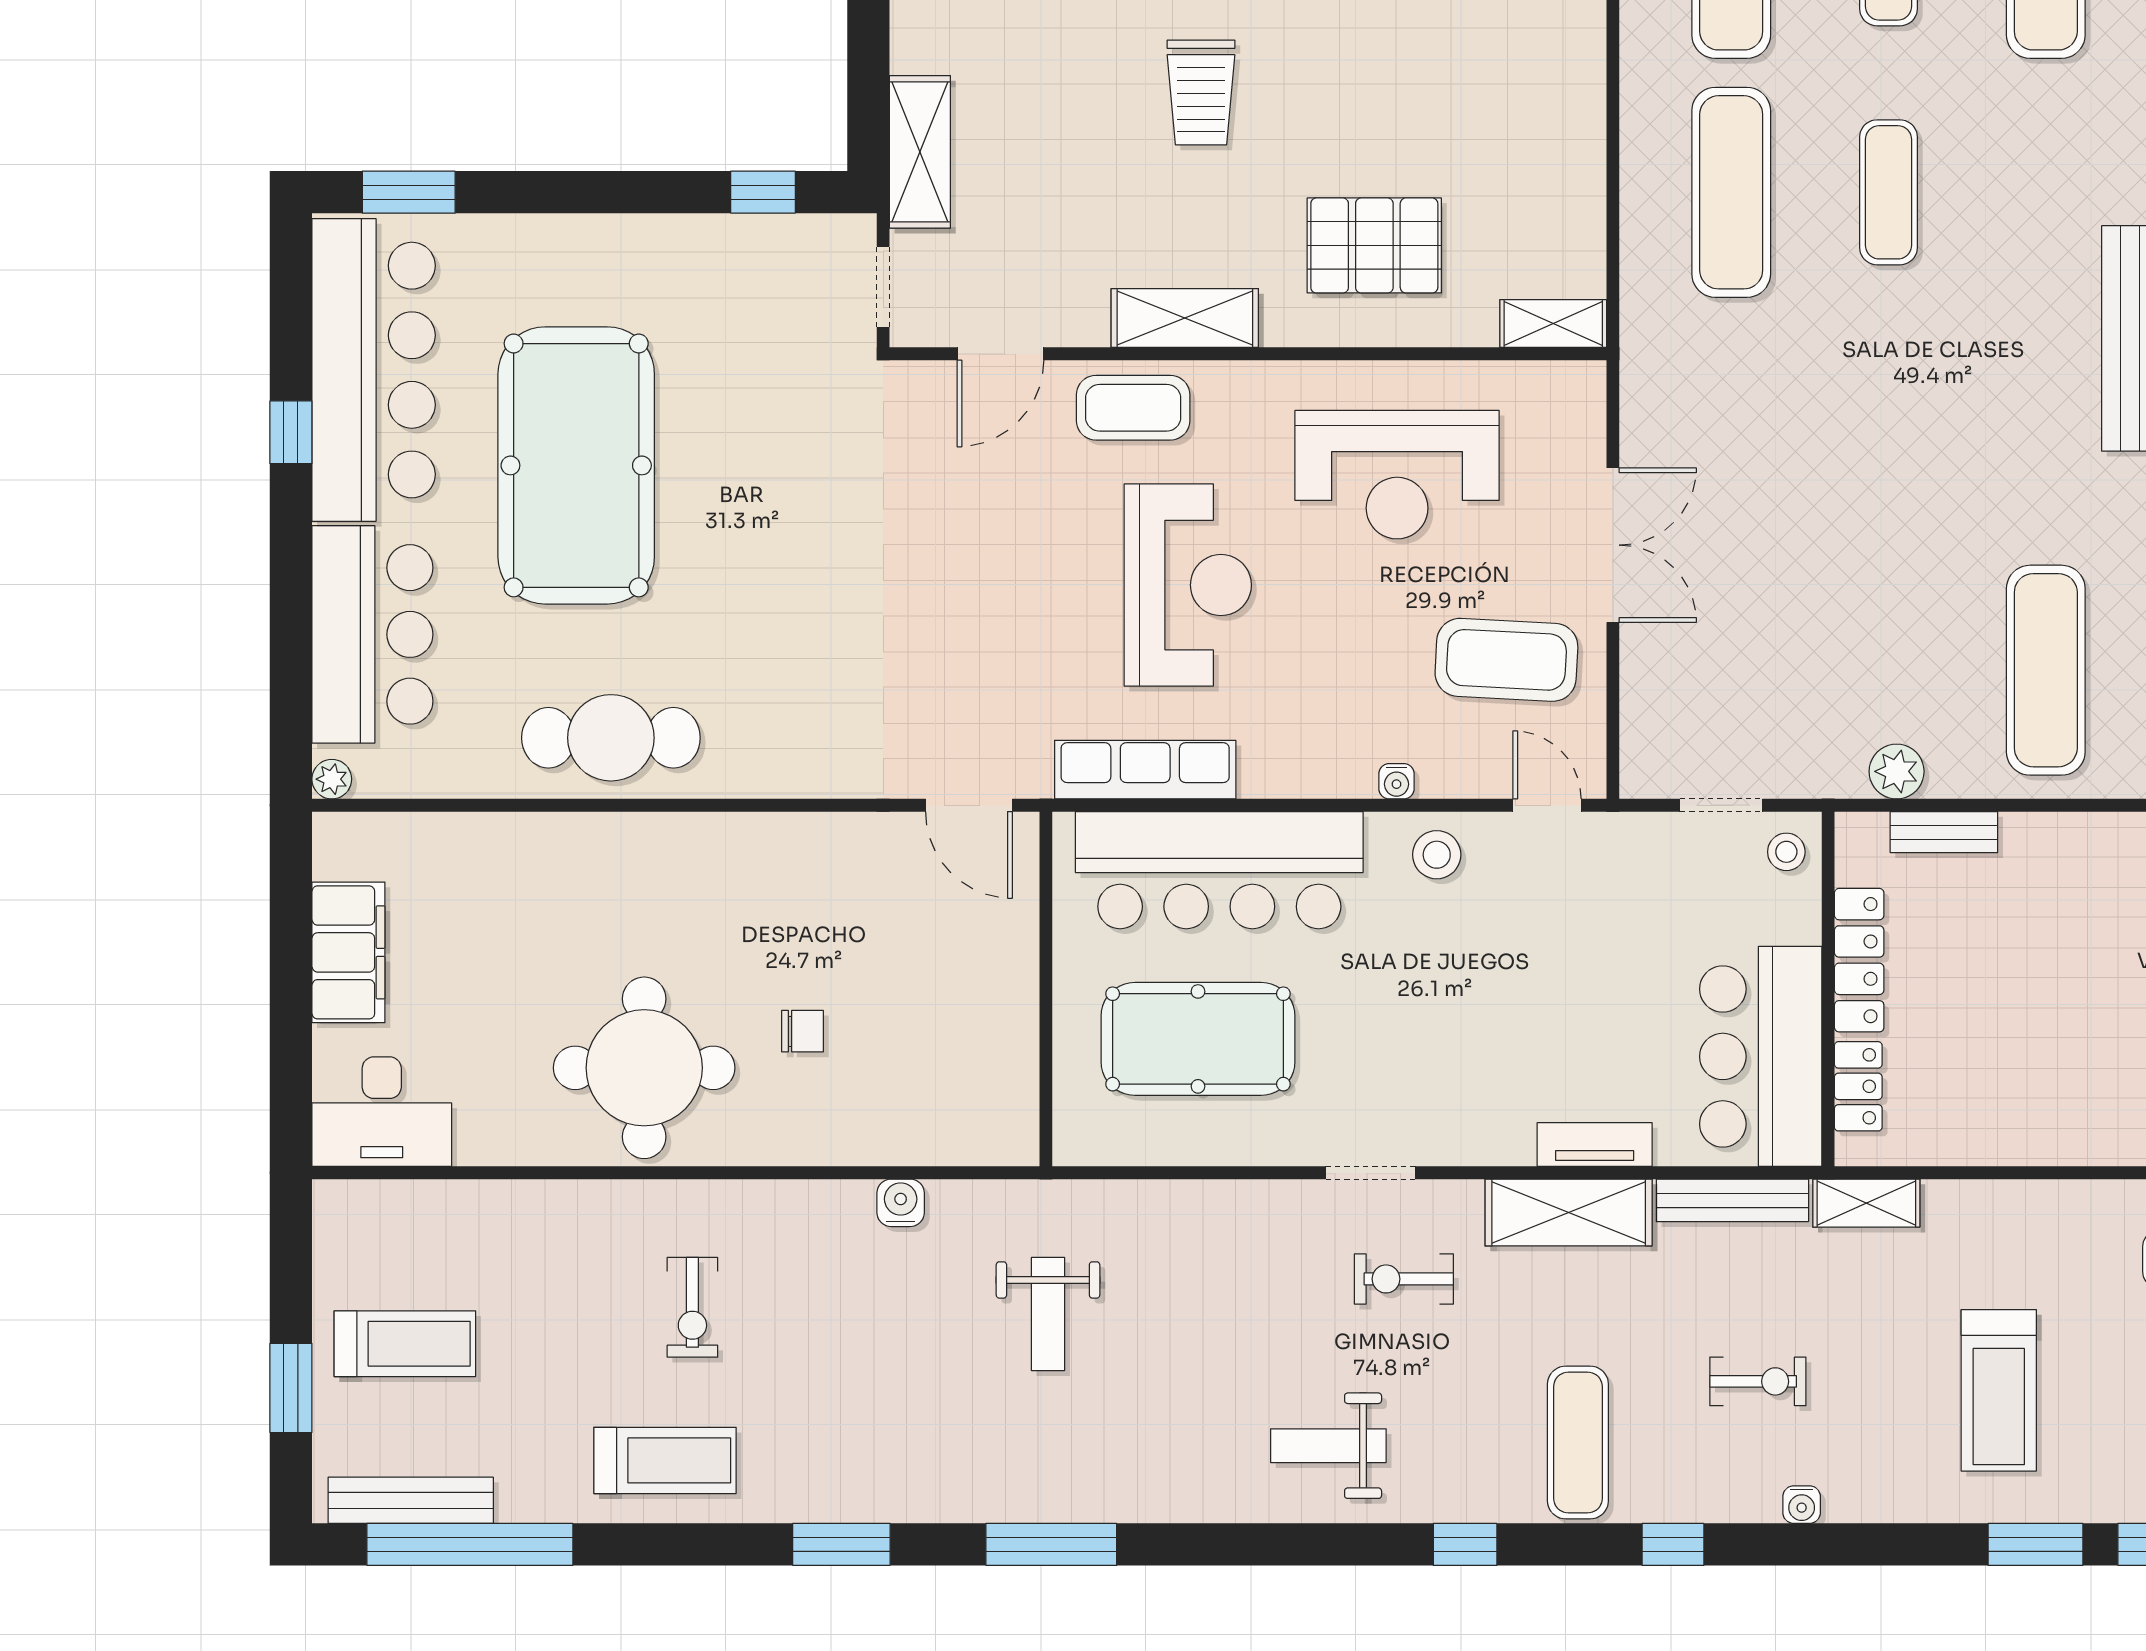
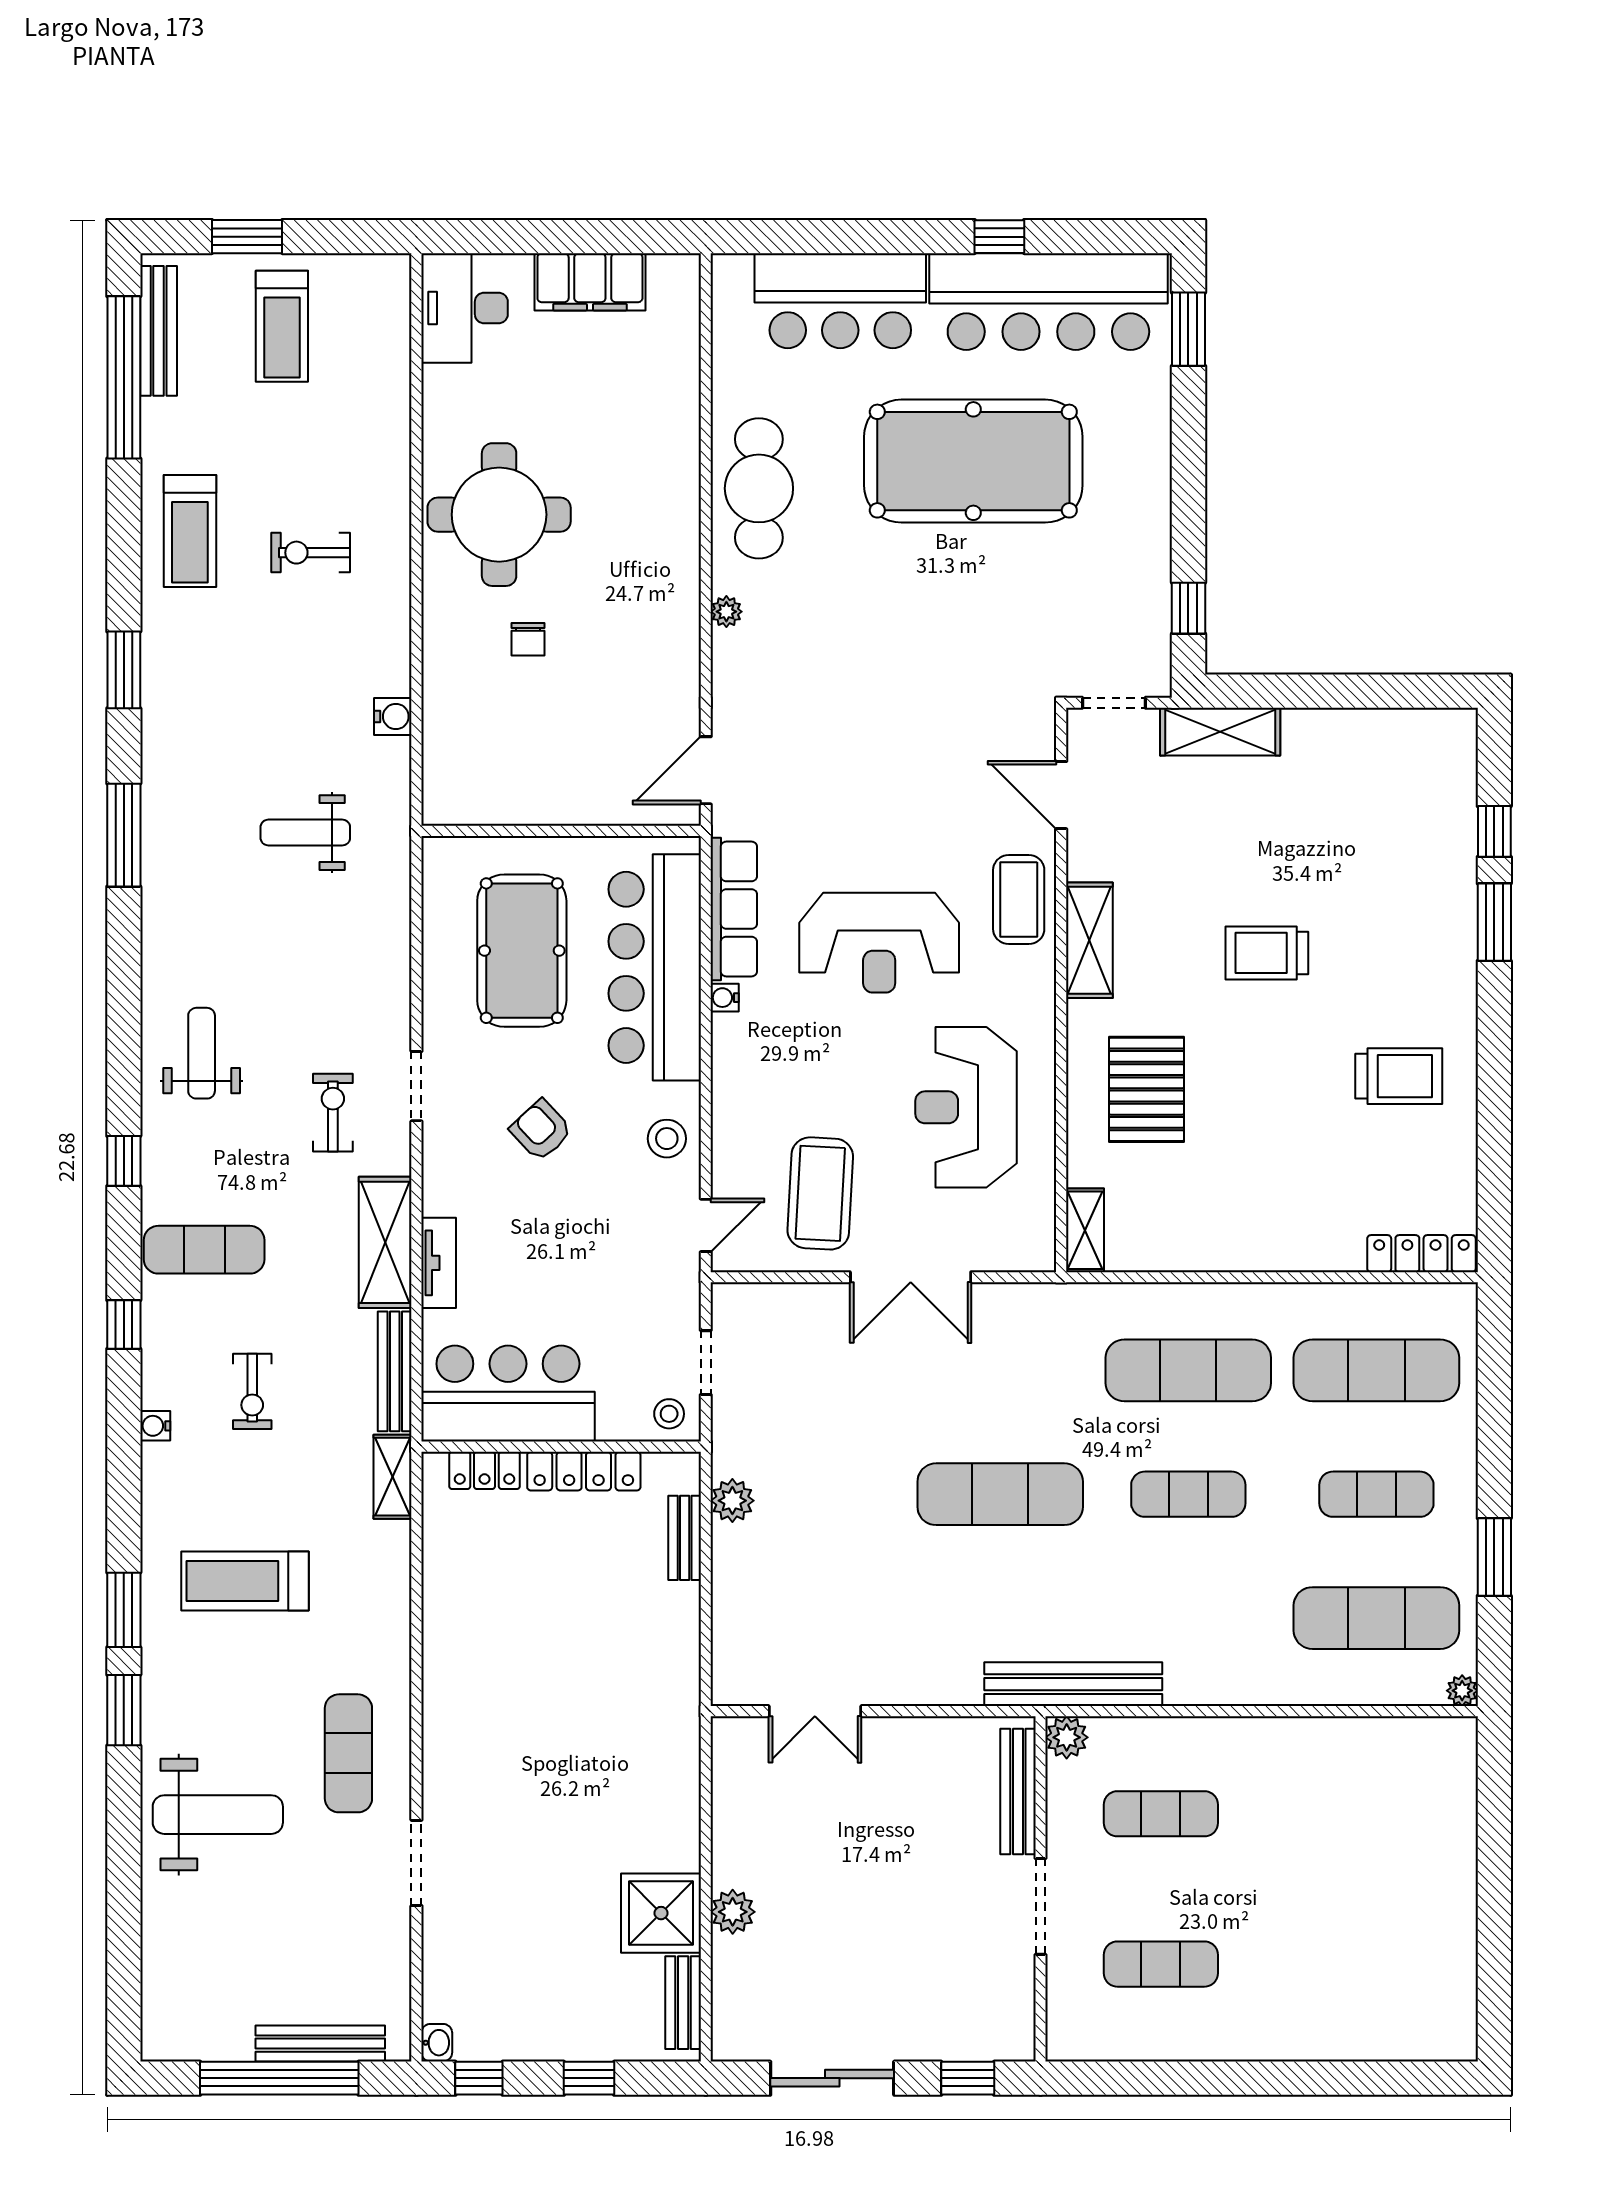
exercise mat: (2046, 670) -> (1000, 1494), moved
plant: (332, 779) -> (726, 612), moved
water cooler: (1396, 781) -> (725, 998), moved
armchair: (1426, 1015) -> (541, 1130), added

